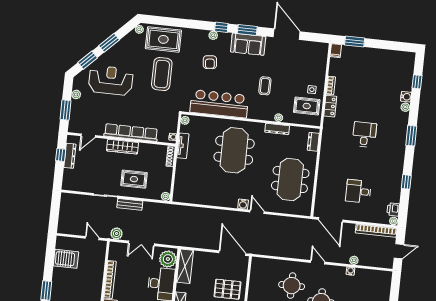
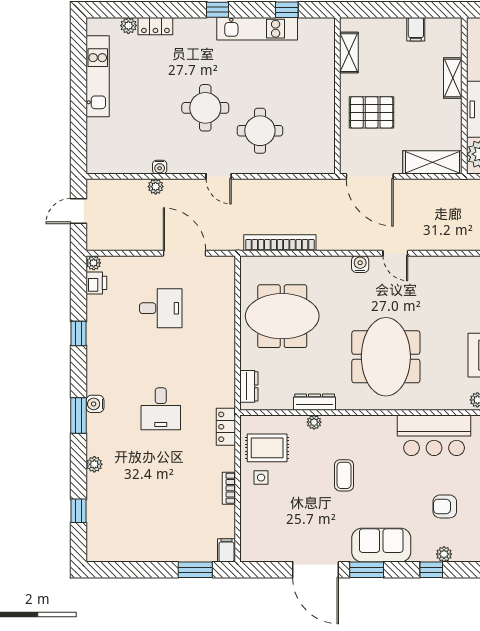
window: (247, 30) -> (367, 570), moved
armchair: (210, 62) -> (445, 506), turned -84
water cooler: (406, 97) -> (95, 404), moved
bar counter: (219, 104) -> (434, 435), width x0.73
locker: (330, 106) -> (226, 427), moved
meeting table: (290, 179) -> (282, 316), turned 90
door: (257, 212) -> (395, 253), moved
door: (331, 220) -> (184, 253), moved
bookcase: (376, 231) -> (280, 243), moved
shelving: (185, 266) -> (432, 162), moved, turned 90

